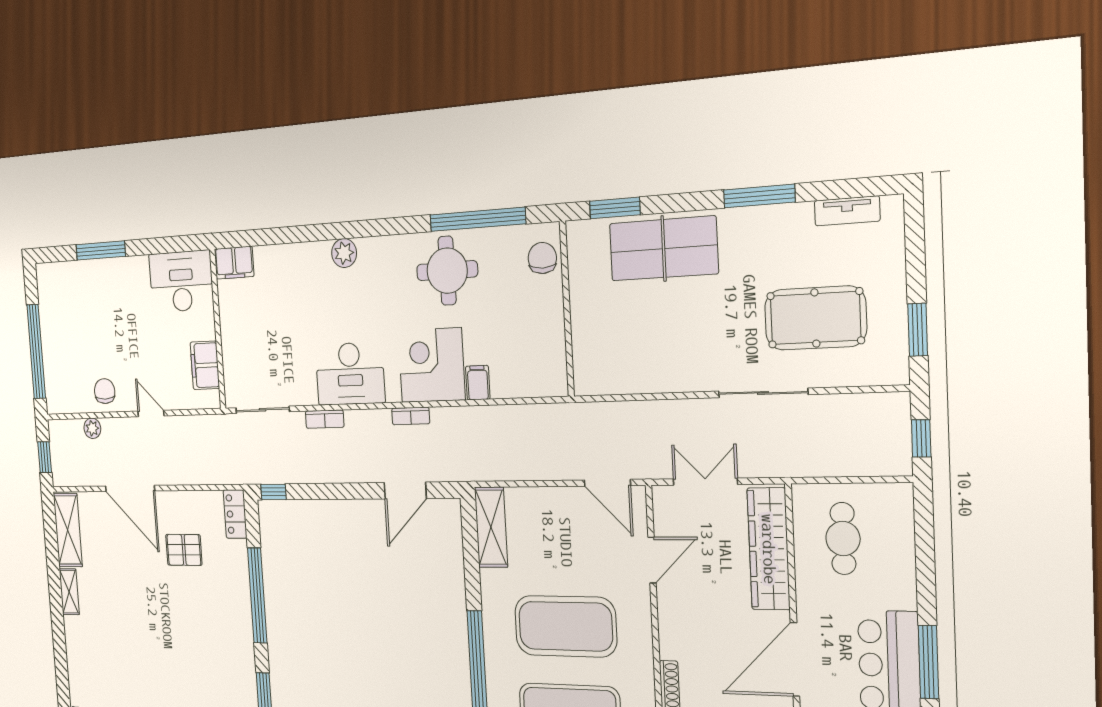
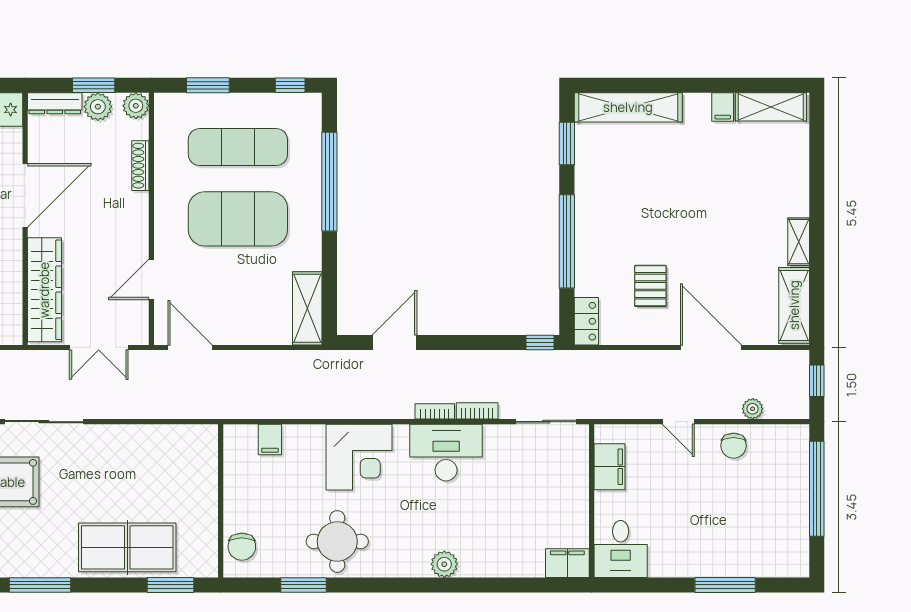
window: (478, 219) -> (304, 585), width x0.47
desk: (181, 281) -> (621, 549), width x0.73
filing cabinet: (478, 383) -> (270, 440), moved
bookcase: (411, 416) -> (435, 411), moved
pallet: (184, 550) -> (650, 286), turned 90

